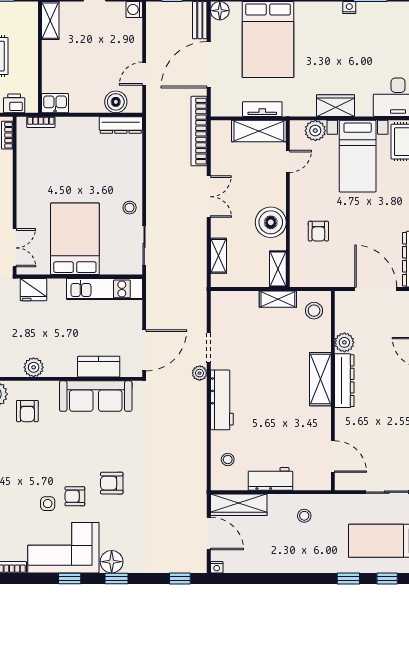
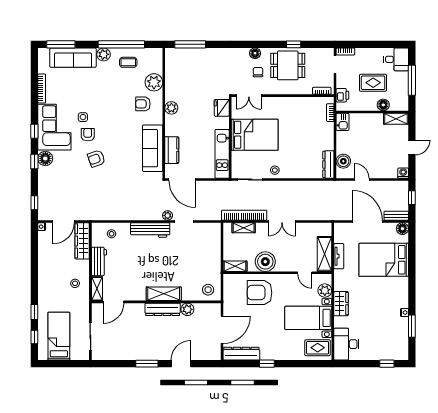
floor lamp: (29, 40) -> (383, 105), added
bookcase: (199, 131) -> (244, 215), moved
armchair: (318, 231) -> (260, 293), width x1.88, depth x1.88
shelving: (278, 299) -> (97, 289), moved
armchair: (112, 483) -> (96, 159), turned -109

